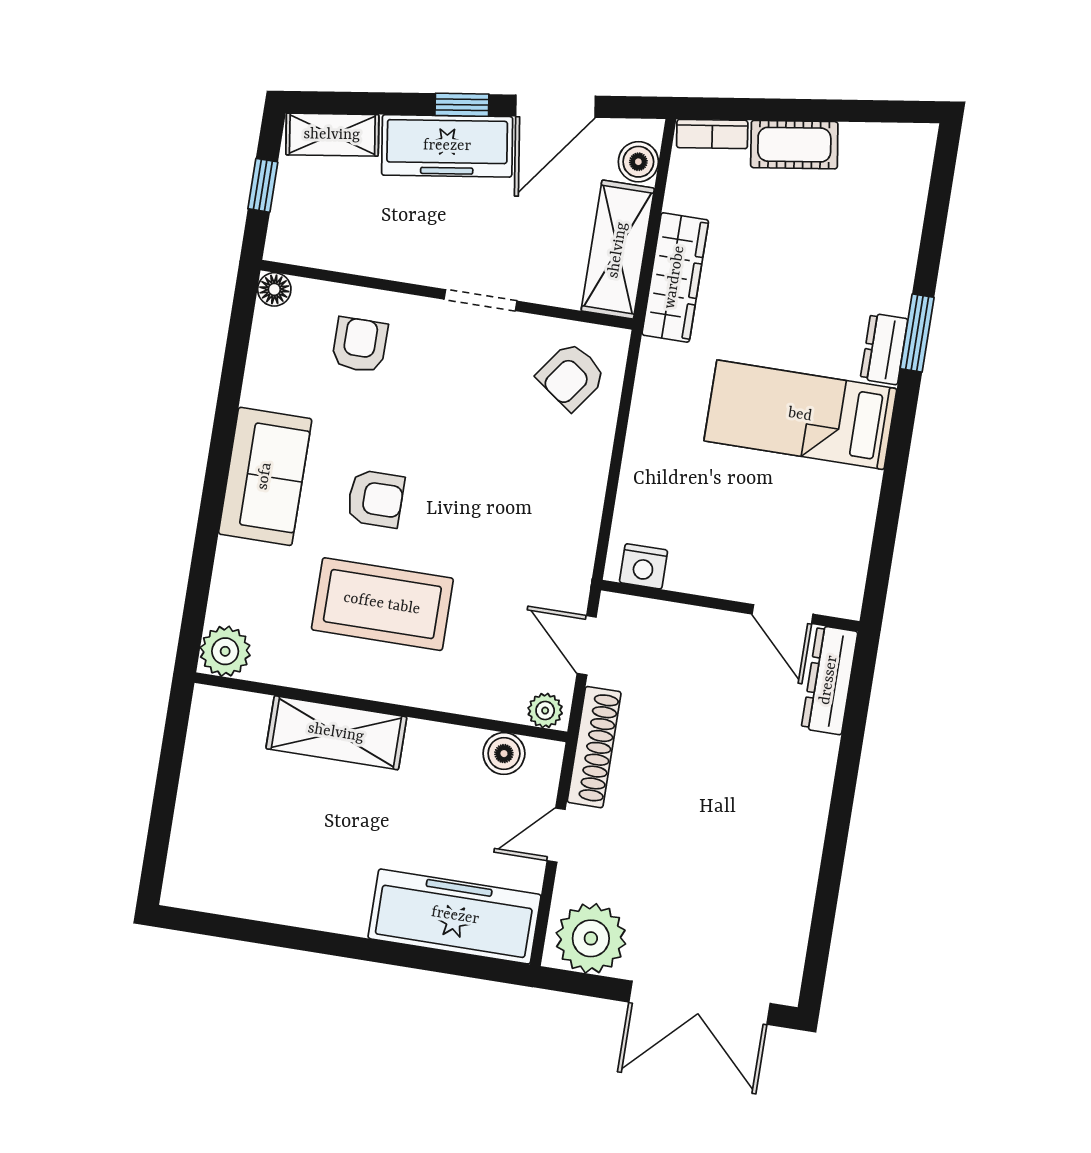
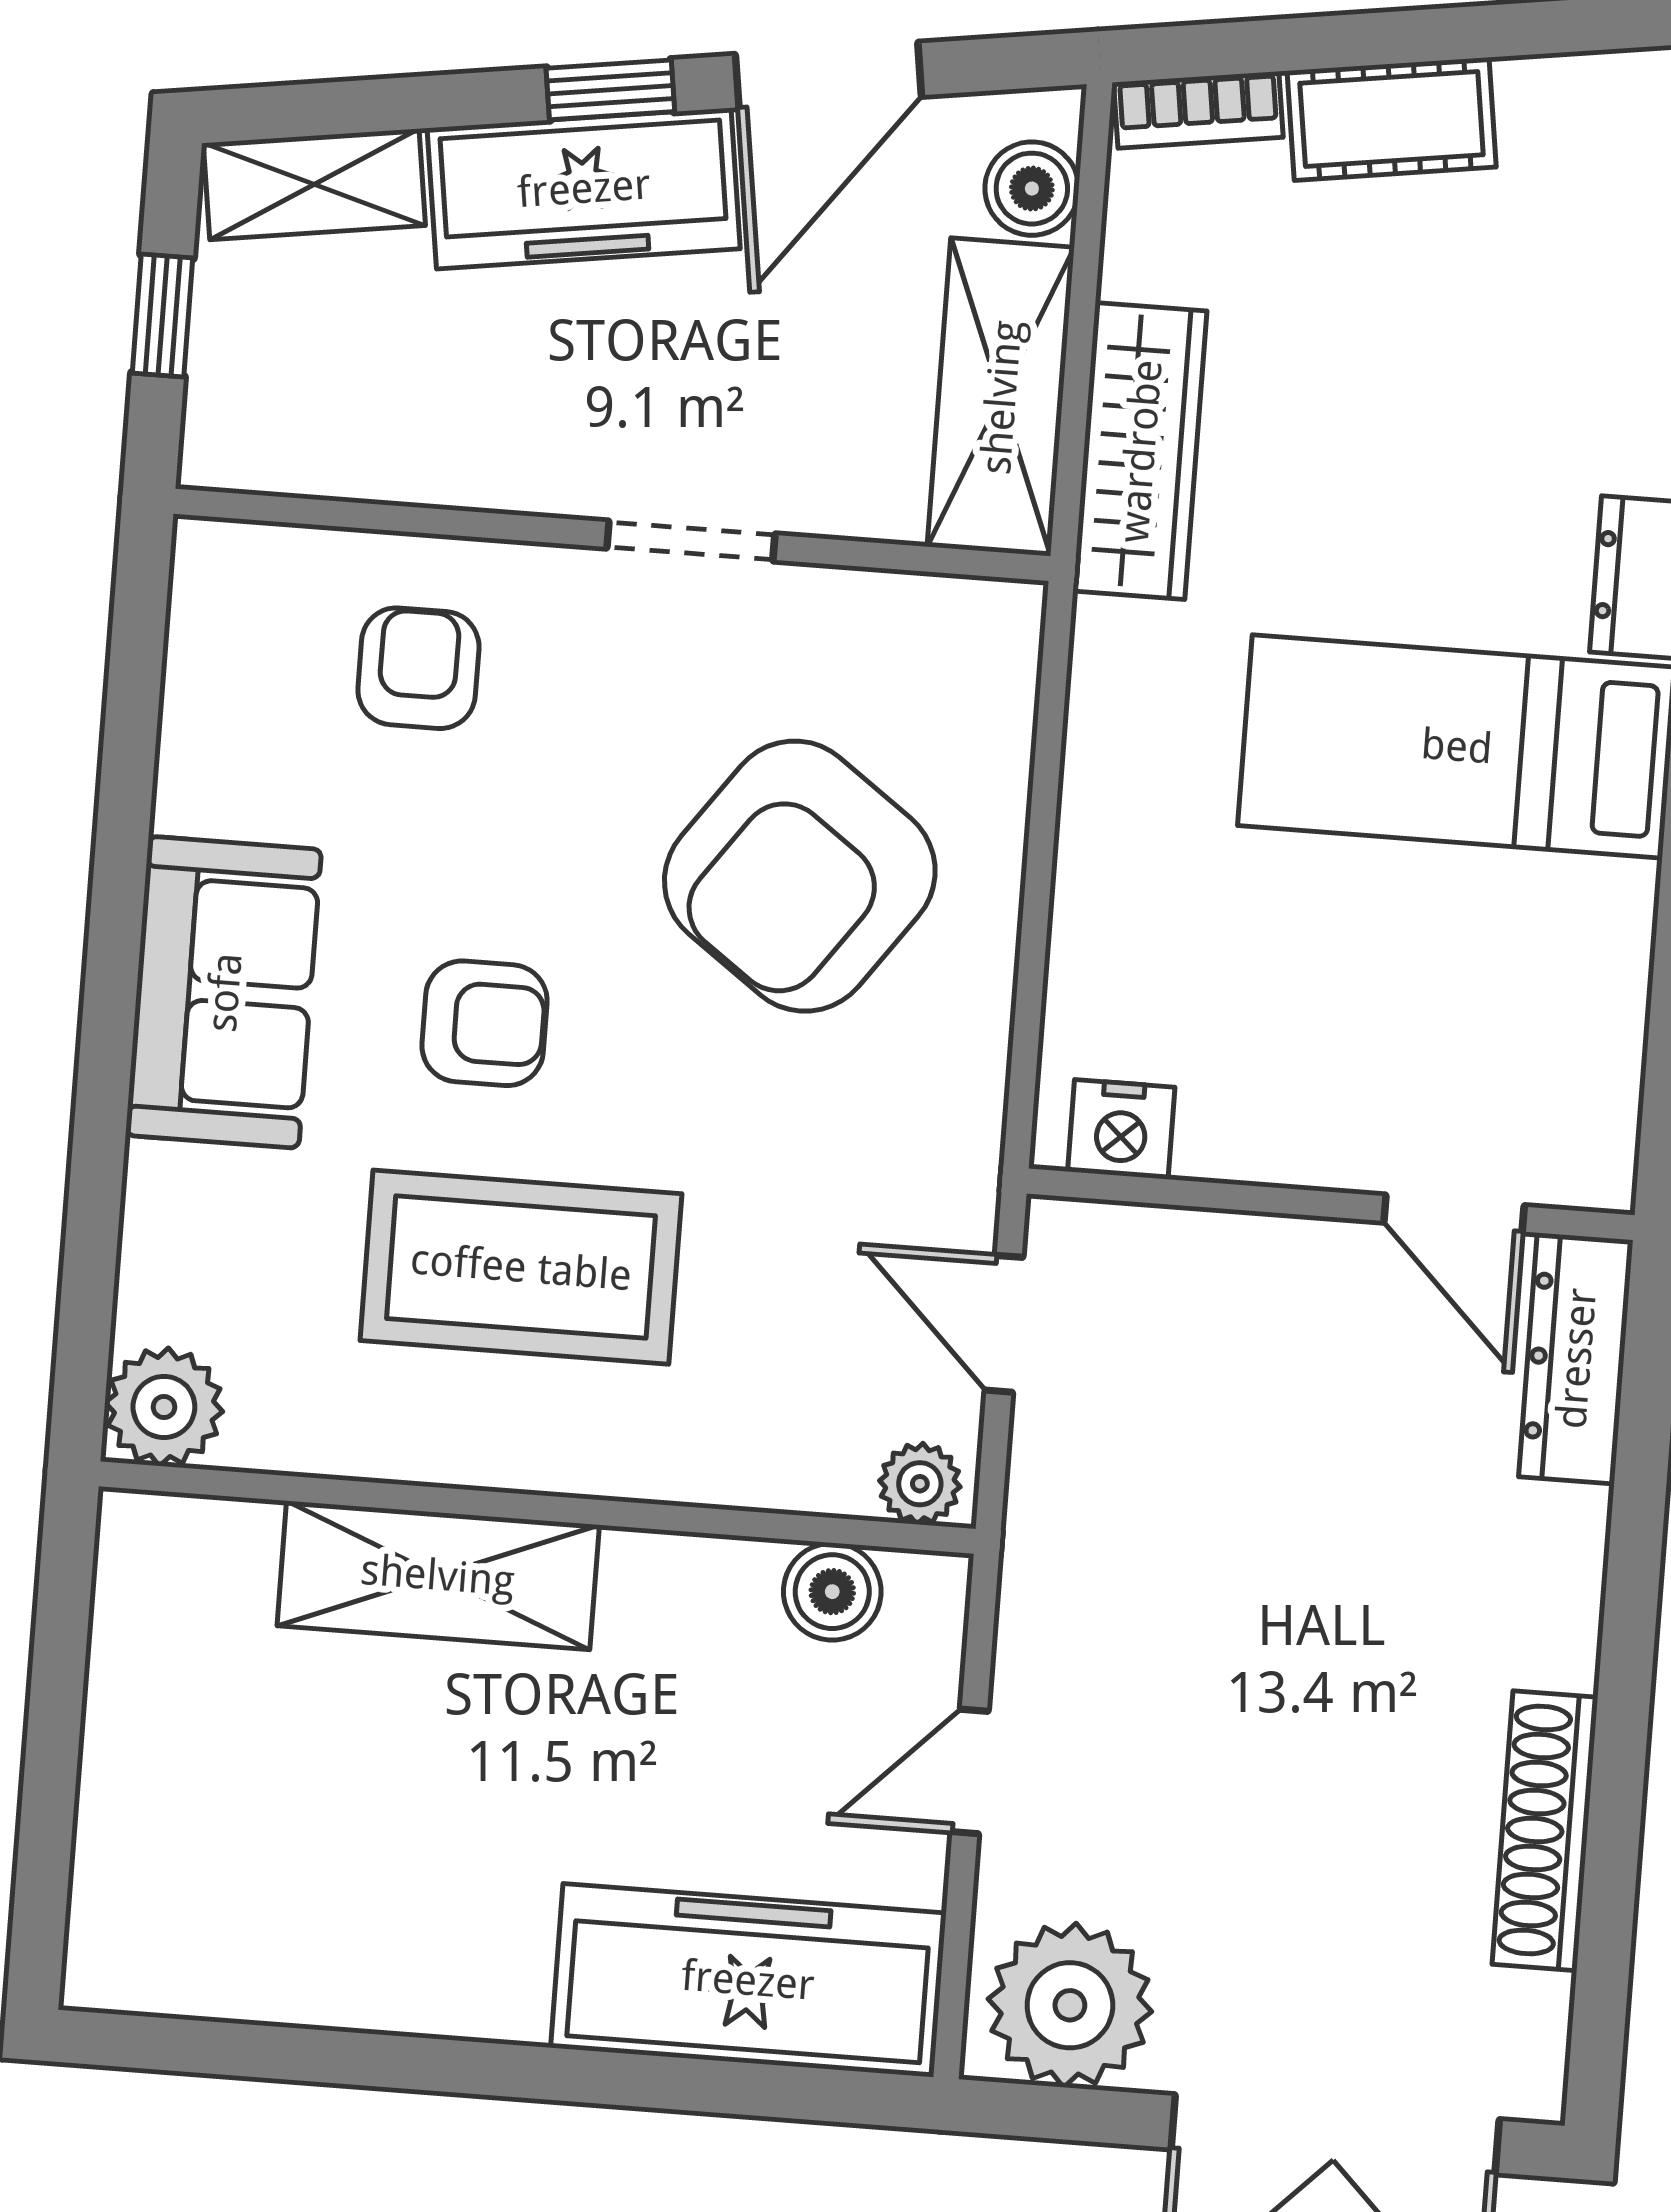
floor lamp: (274, 289) -> (209, 555), removed
armchair: (571, 376) -> (800, 876), moved, width x1.88, depth x1.88
shoe rack: (594, 747) -> (1545, 1831), moved, turned 180

